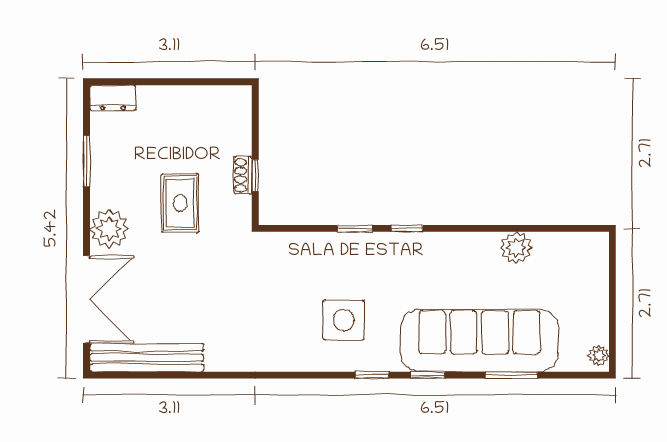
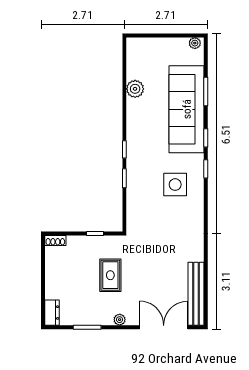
shoe rack: (243, 175) -> (55, 240), moved
rug: (180, 203) -> (110, 275), turned 90
plant: (109, 229) -> (120, 320), width x0.53, depth x0.53

